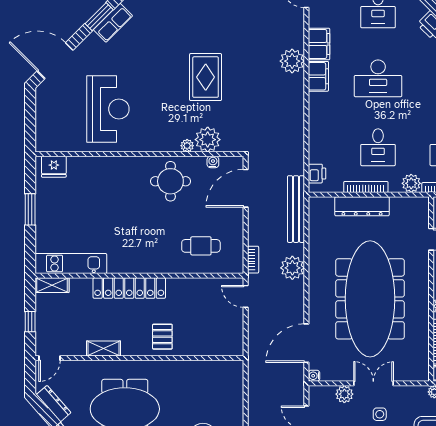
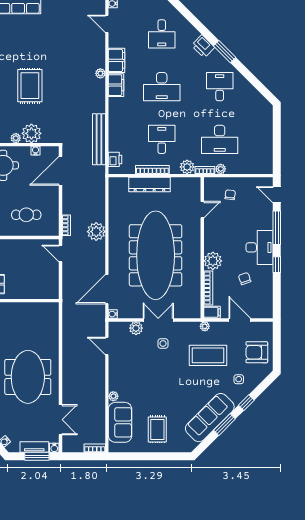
plant: (292, 61) -> (100, 73), width x0.53, depth x0.53
desk: (378, 147) -> (162, 139), turned 180
bench: (296, 209) -> (99, 139), moved

